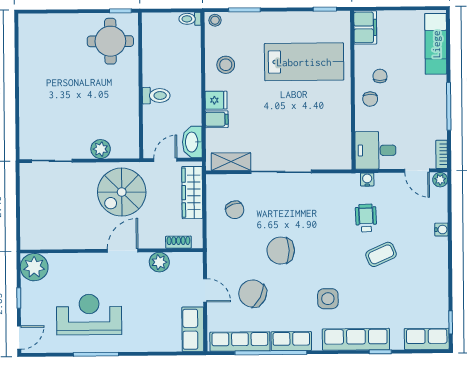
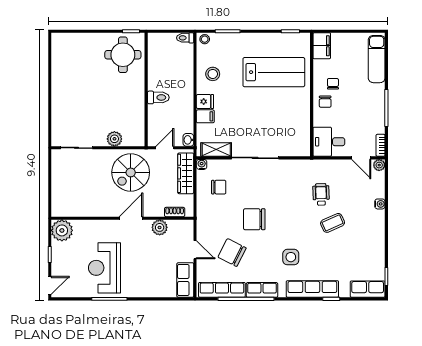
washbasin: (192, 142) -> (188, 140), width x0.52, depth x0.69
water cooler: (367, 179) -> (202, 164), moved
chair: (235, 210) -> (219, 187), turned -70
reception desk: (89, 315) -> (104, 268), turned -90

